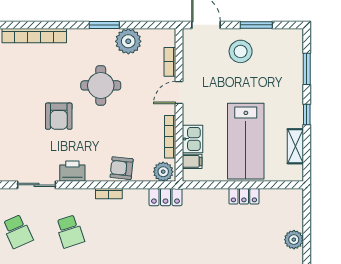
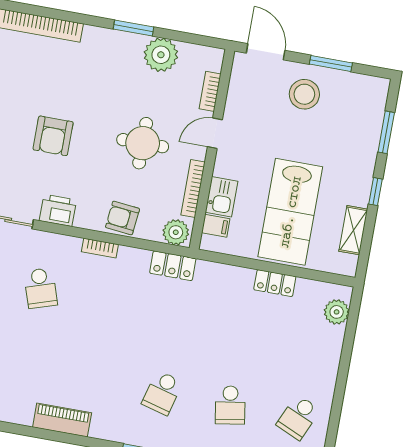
round table: (101, 85) -> (143, 143), moved
plant: (294, 240) -> (337, 312), moved

